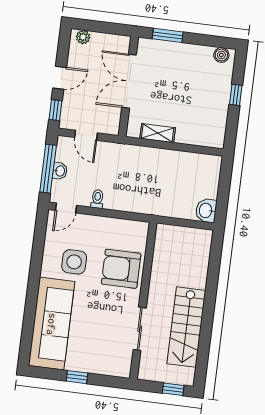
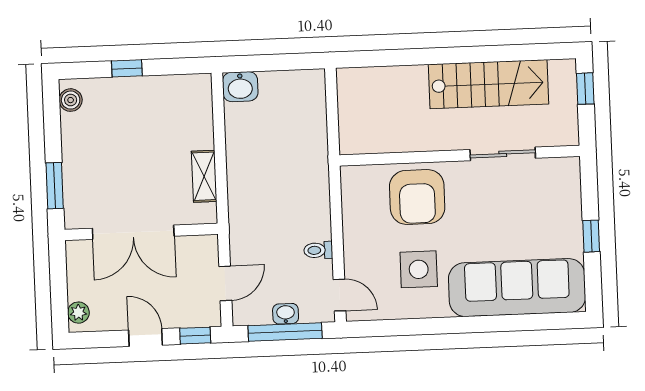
washbasin: (206, 210) -> (240, 87), moved

